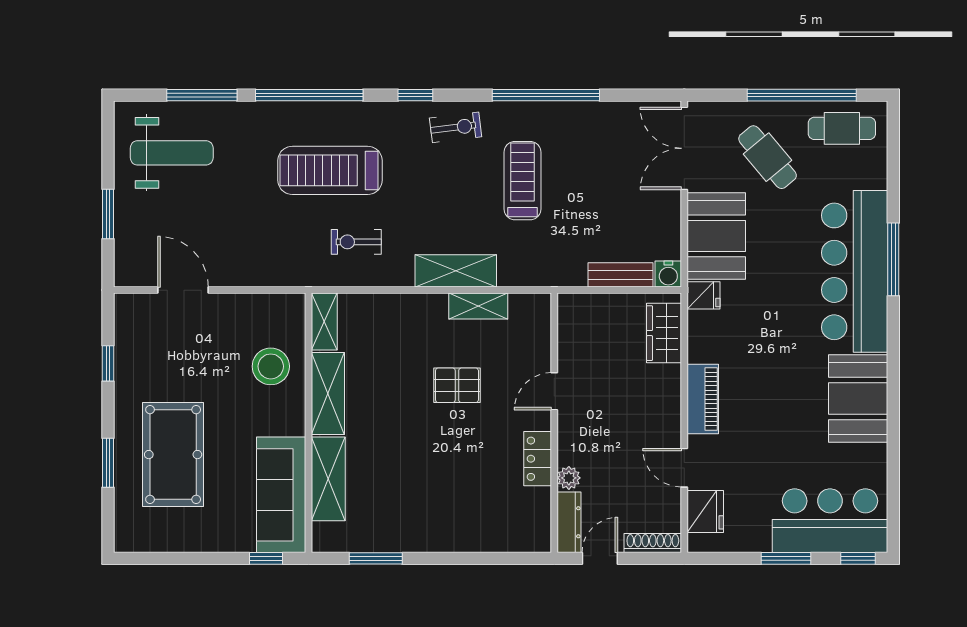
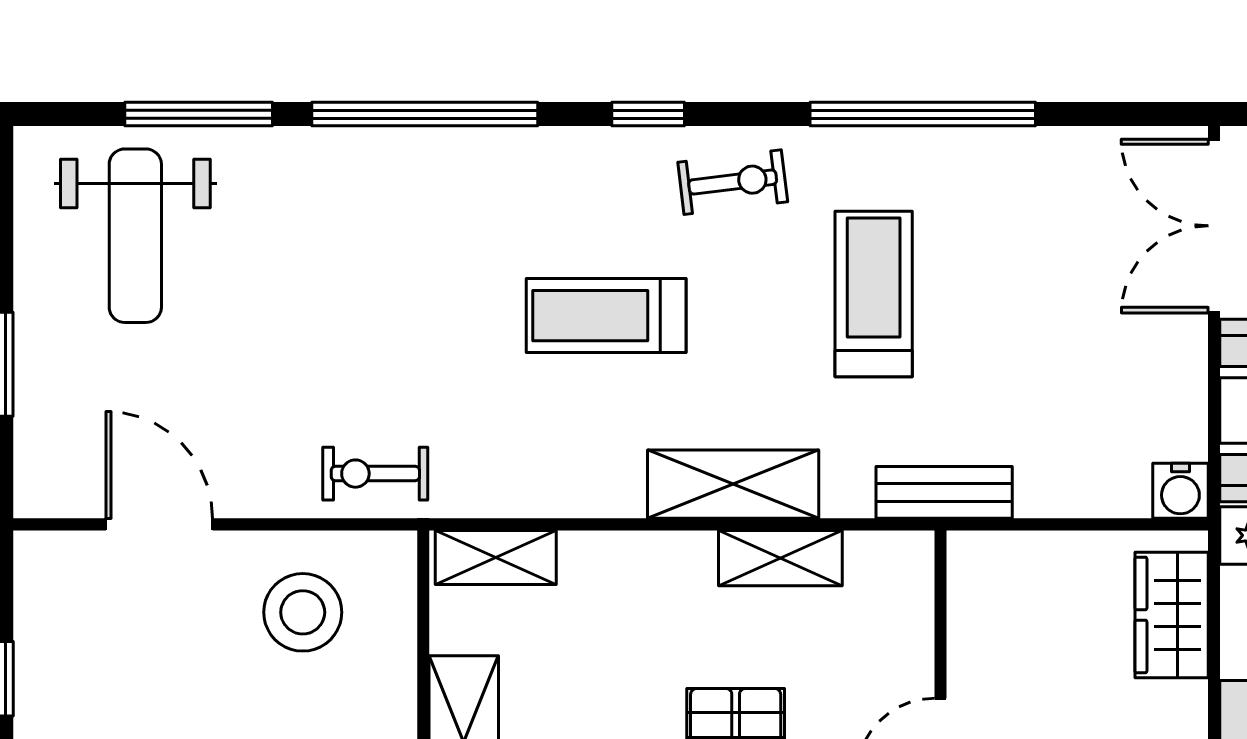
weight bench: (172, 153) -> (135, 236), turned 90
treadmill: (330, 170) -> (606, 316), moved, width x0.73, depth x0.73
exercise bike: (356, 242) -> (375, 474), moved
bench: (621, 275) -> (944, 492), moved
shelving: (324, 321) -> (496, 557), moved, turned 90
stool: (271, 366) -> (303, 612), moved

